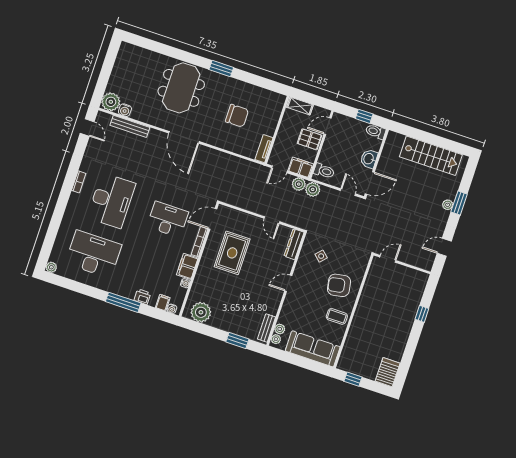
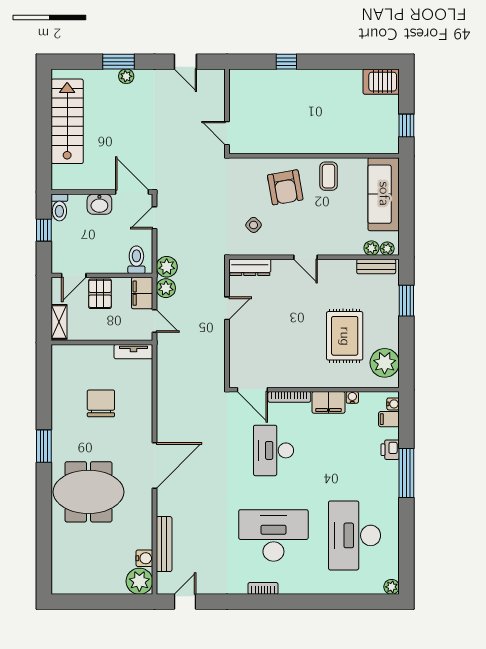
door: (328, 126) -> (74, 275), hinge flipped
rug: (232, 253) -> (345, 336), moved, turned 90

